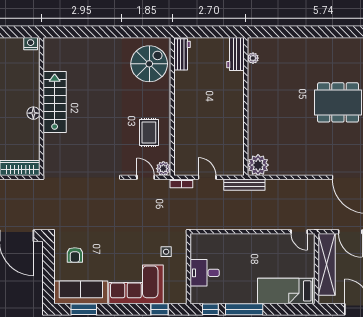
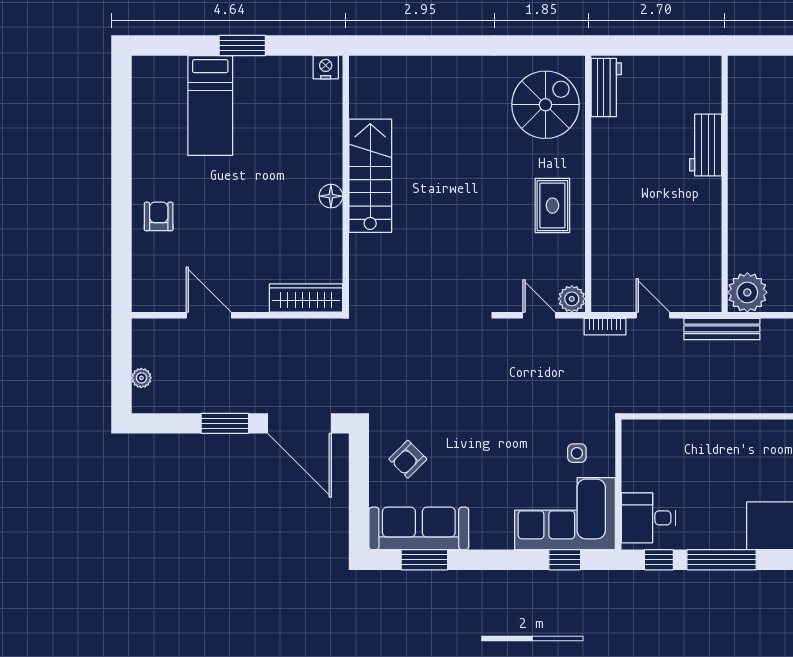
workbench: (236, 54) -> (706, 145), moved
plant: (253, 58) -> (738, 94), removed
rug: (149, 132) -> (552, 206), moved
armchair: (75, 255) -> (408, 459), turned 45
desk: (205, 273) -> (648, 518), moved
corner sofa: (136, 284) -> (565, 514), moved

